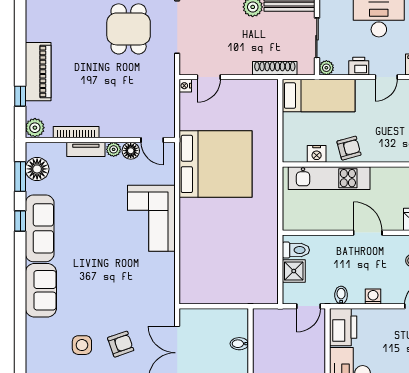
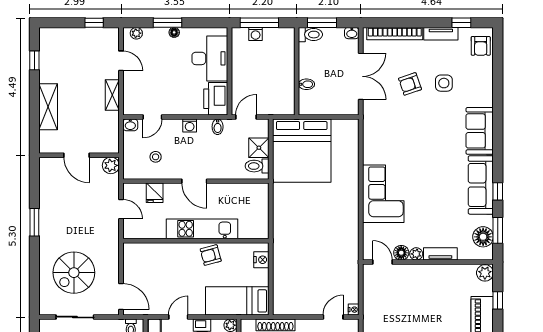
bookcase: (76, 132) -> (449, 269), removed
nightstand: (317, 154) -> (261, 260), moved, turned 90
bed: (216, 164) -> (302, 151), moved, turned -90
kitchen unit: (329, 178) -> (202, 229), moved

